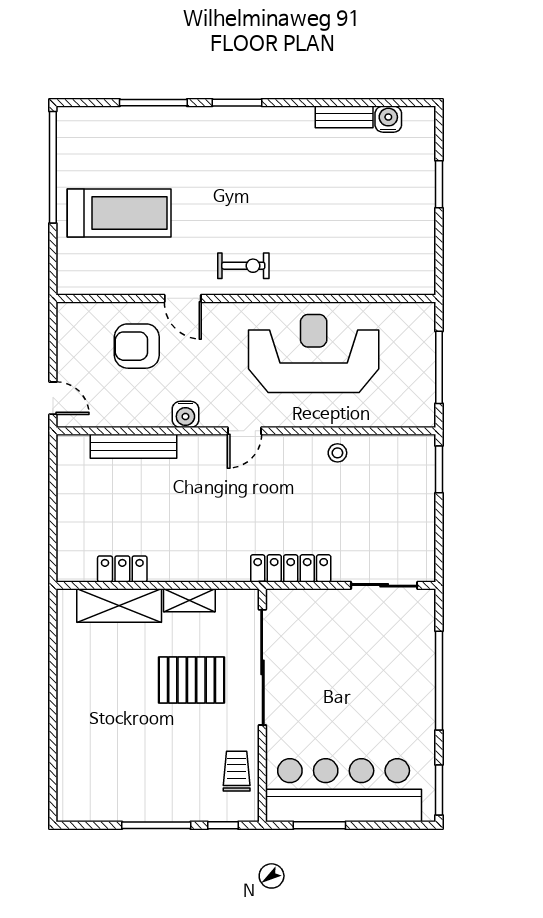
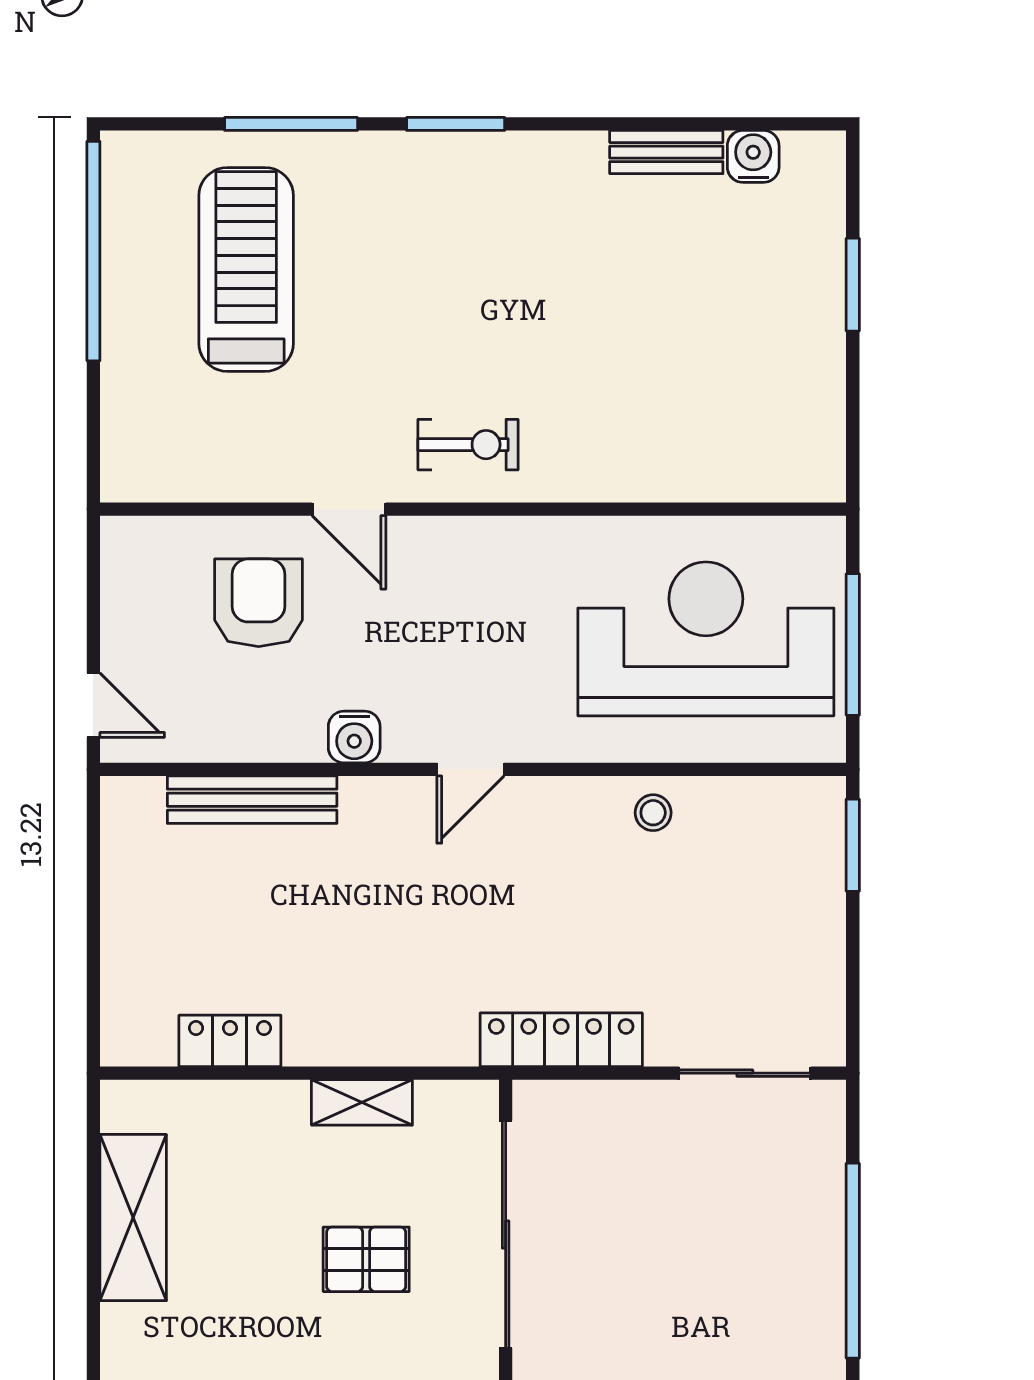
treadmill: (119, 213) -> (246, 269), moved, turned -90
armchair: (137, 346) -> (259, 603), turned 90
reception desk: (314, 353) -> (706, 639), moved
shelving: (119, 606) -> (133, 1218), moved, turned 90
pallet: (192, 680) -> (366, 1259), width x0.67, depth x0.71

